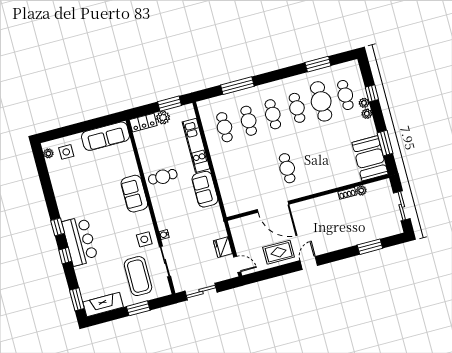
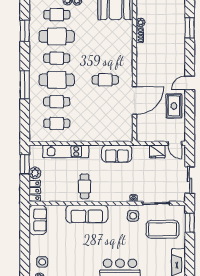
window: (237, 86) -> (25, 85), moved
cafe table: (273, 114) -> (57, 80), width x1.37, depth x1.35
sofa: (106, 136) -> (38, 220), width x0.73
sofa: (205, 189) -> (117, 154), moved
sofa: (134, 194) -> (87, 214), width x1.36
door: (309, 263) -> (190, 83), hinge flipped
door: (237, 264) -> (175, 143), swing flipped
window: (138, 308) -> (190, 223), moved

